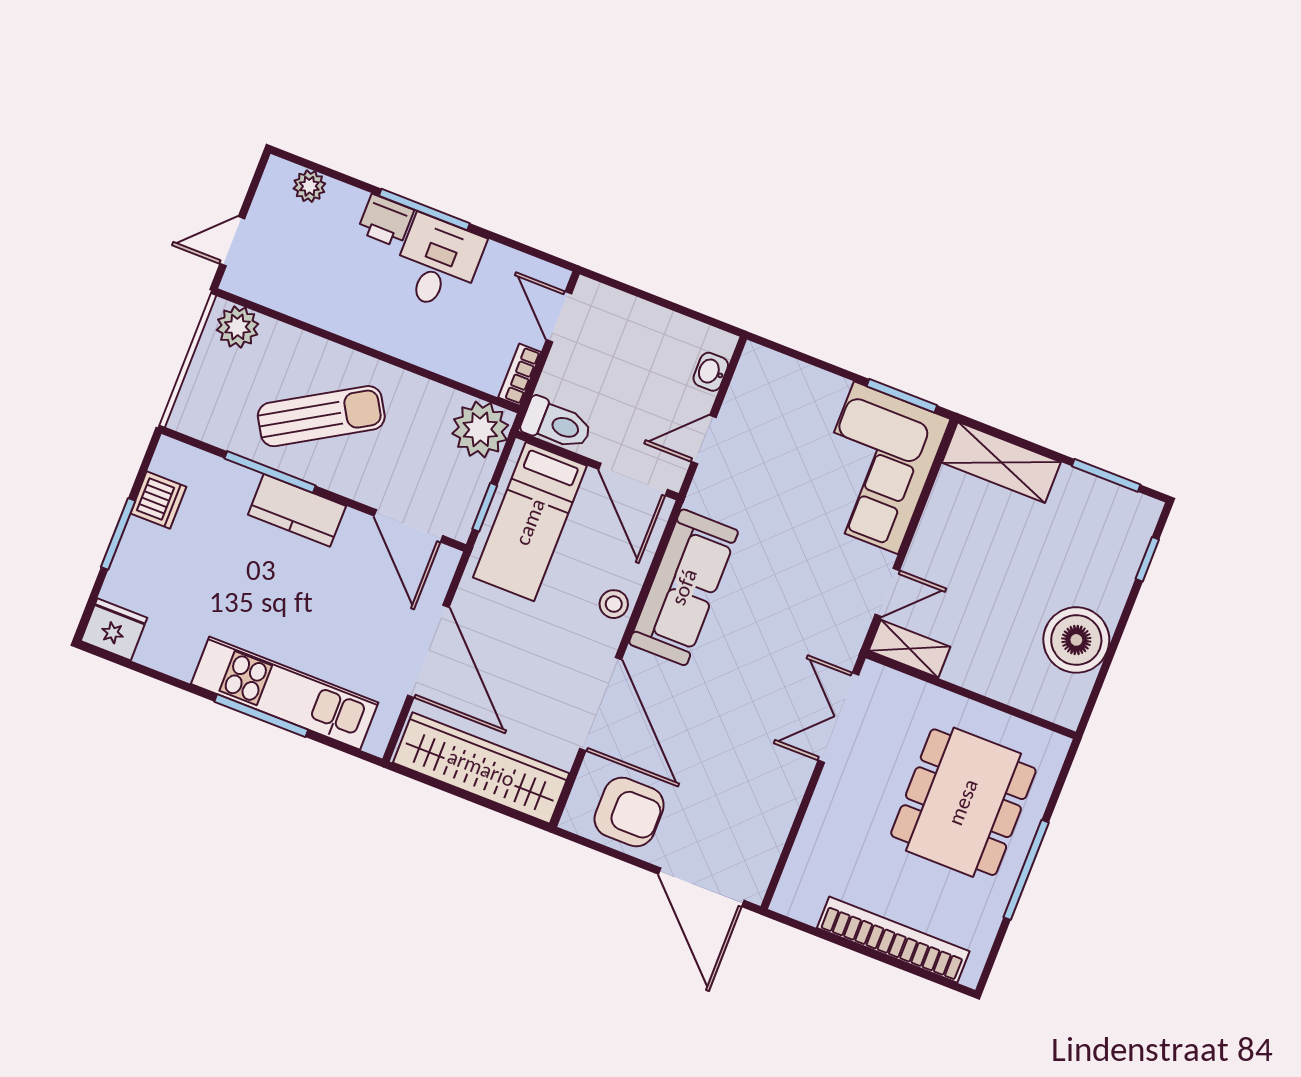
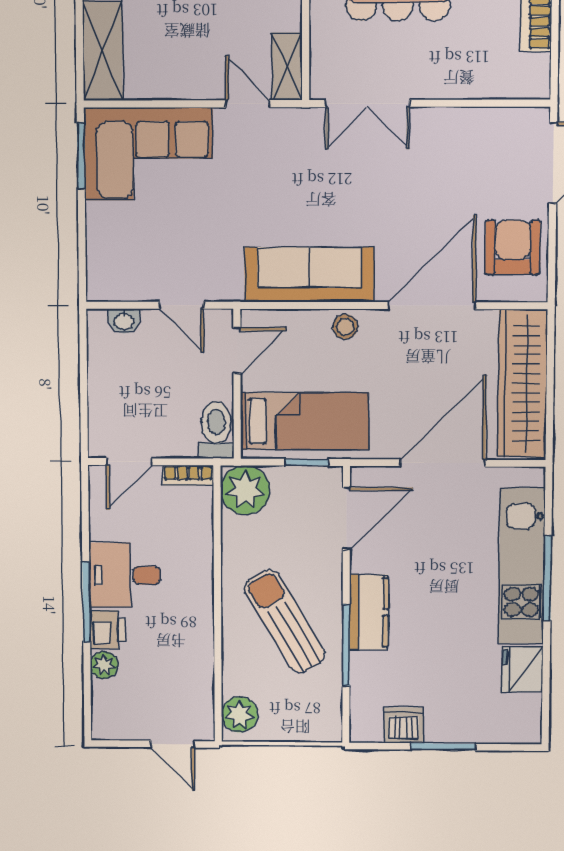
plant: (309, 186) -> (104, 665), moved
door: (633, 479) -> (237, 351), width x0.73
fridge: (114, 629) -> (523, 669), moved

